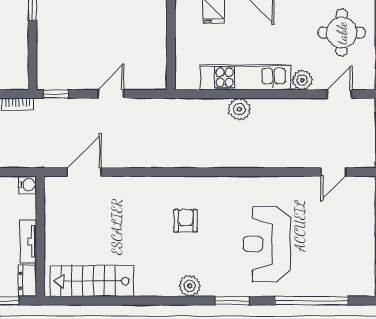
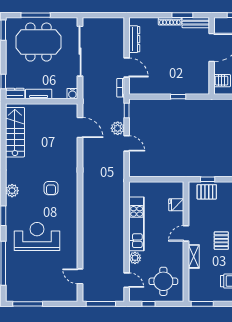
plant: (239, 109) -> (118, 128), moved
armchair: (186, 221) -> (51, 188), turned 90

